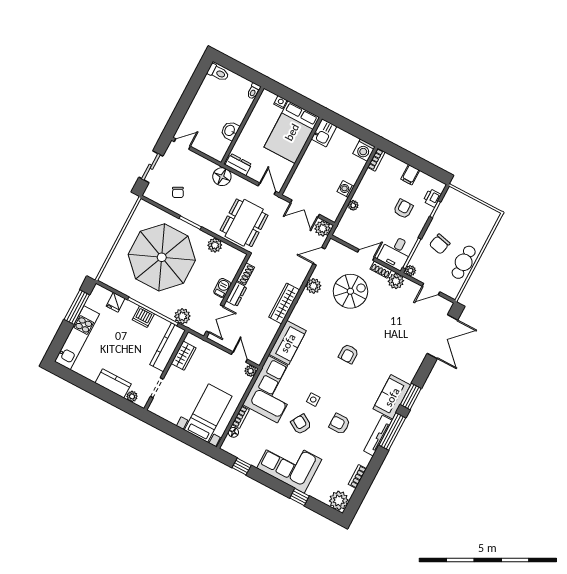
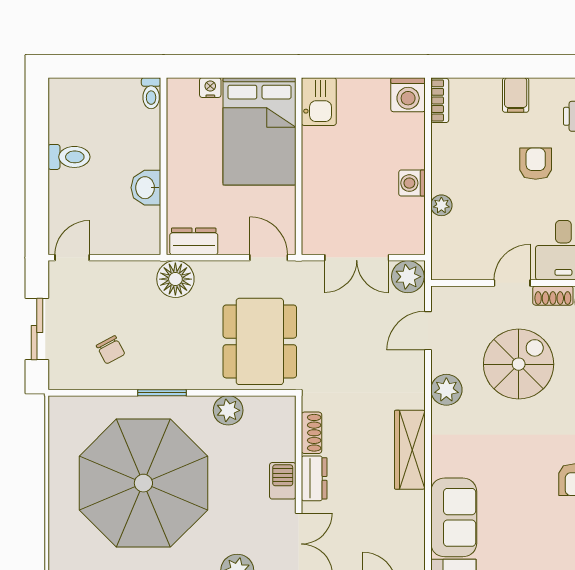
toilet: (218, 73) -> (69, 157), moved

